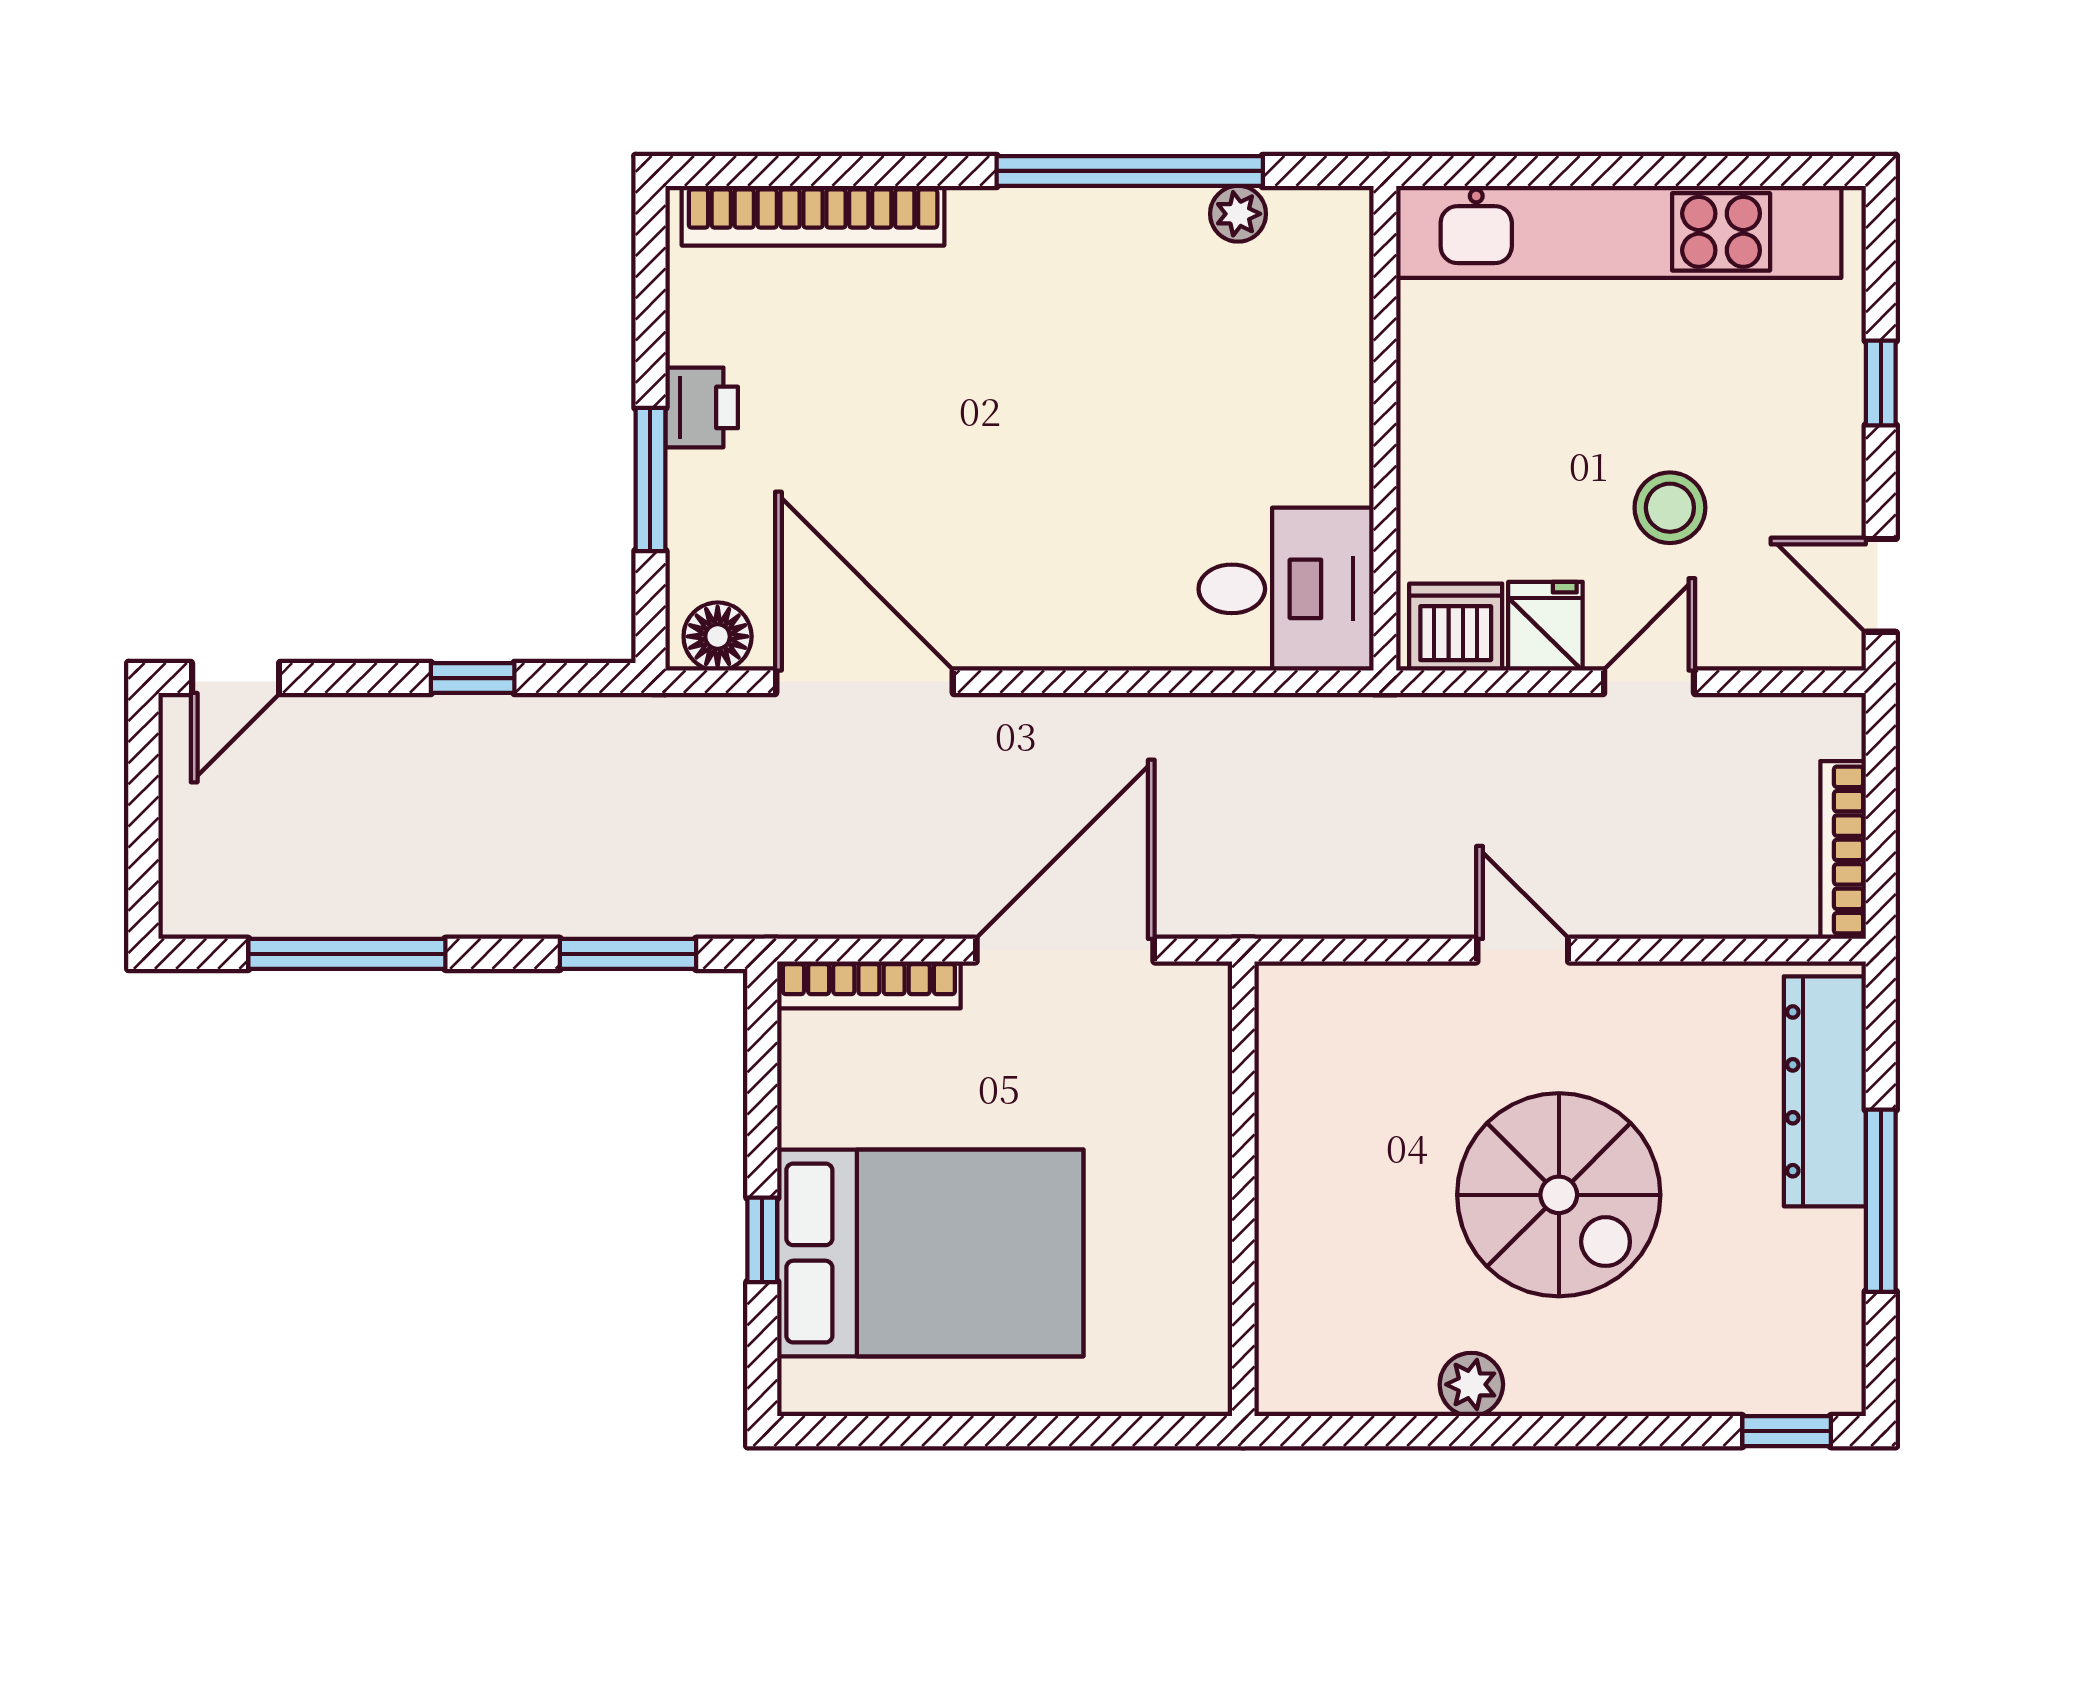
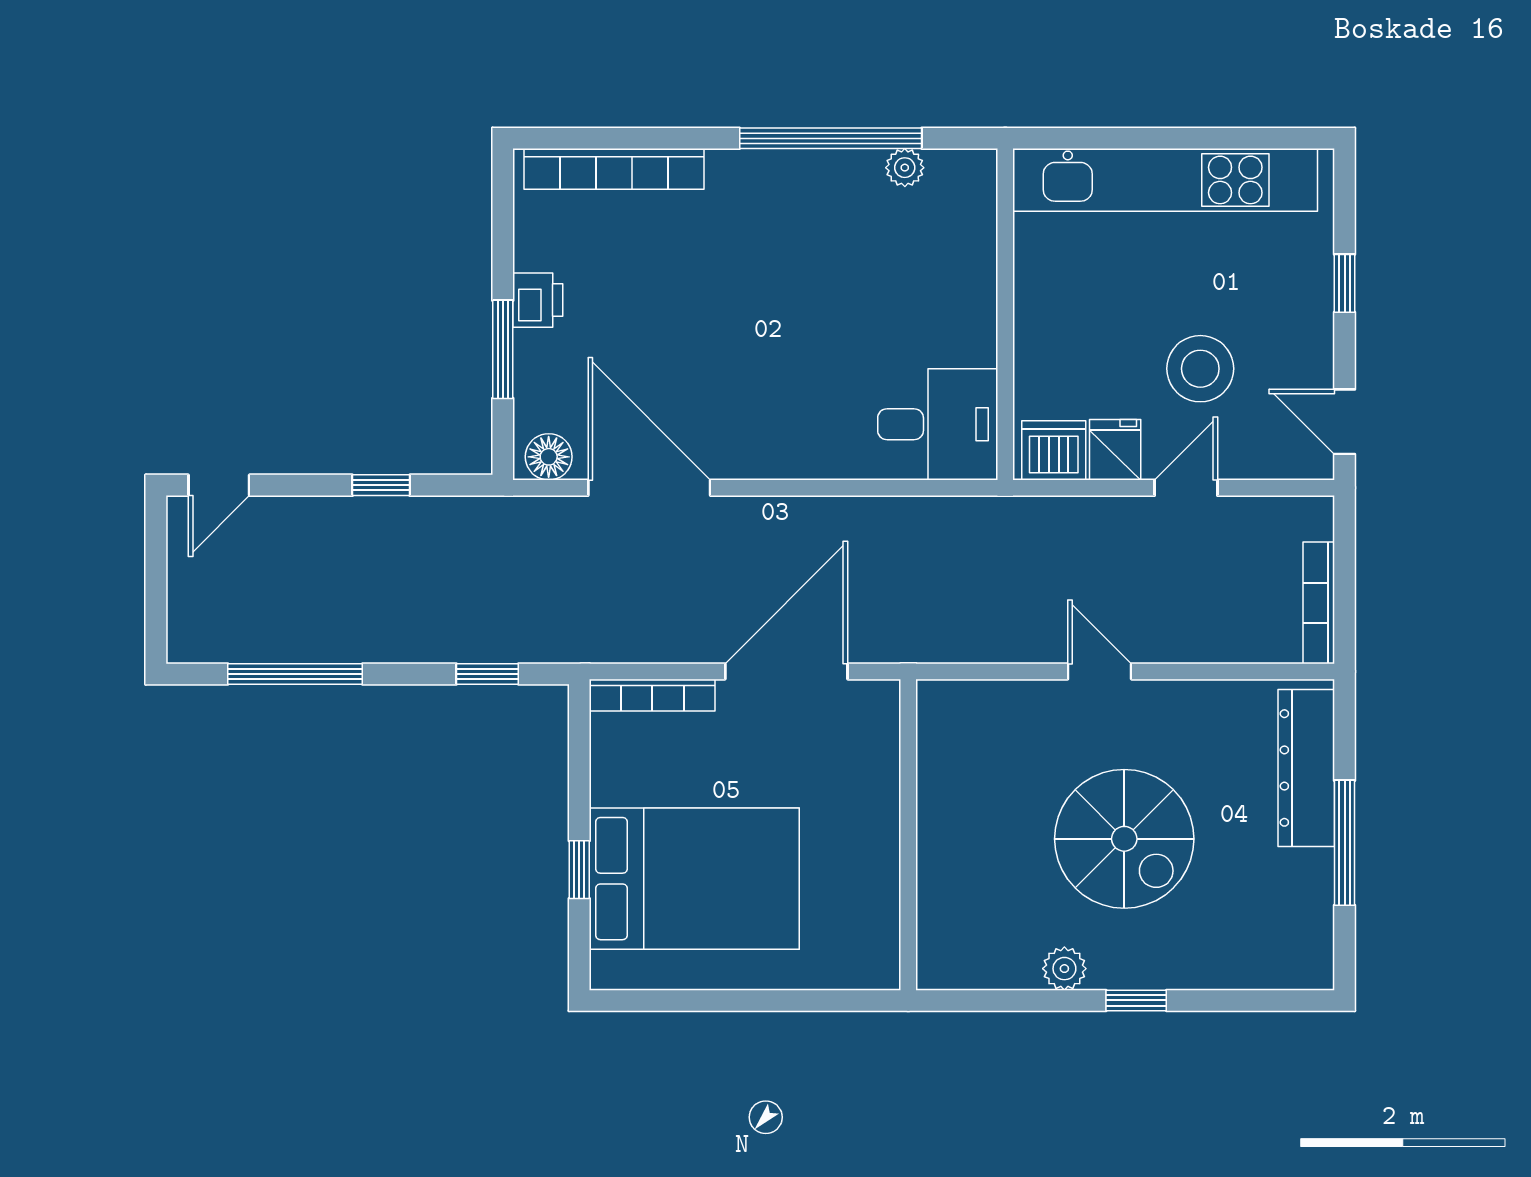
stool: (1670, 508) -> (1200, 369), width x1.38, depth x1.38
window: (628, 954) -> (487, 674), width x0.67
window: (1787, 1431) -> (1136, 1000), moved

